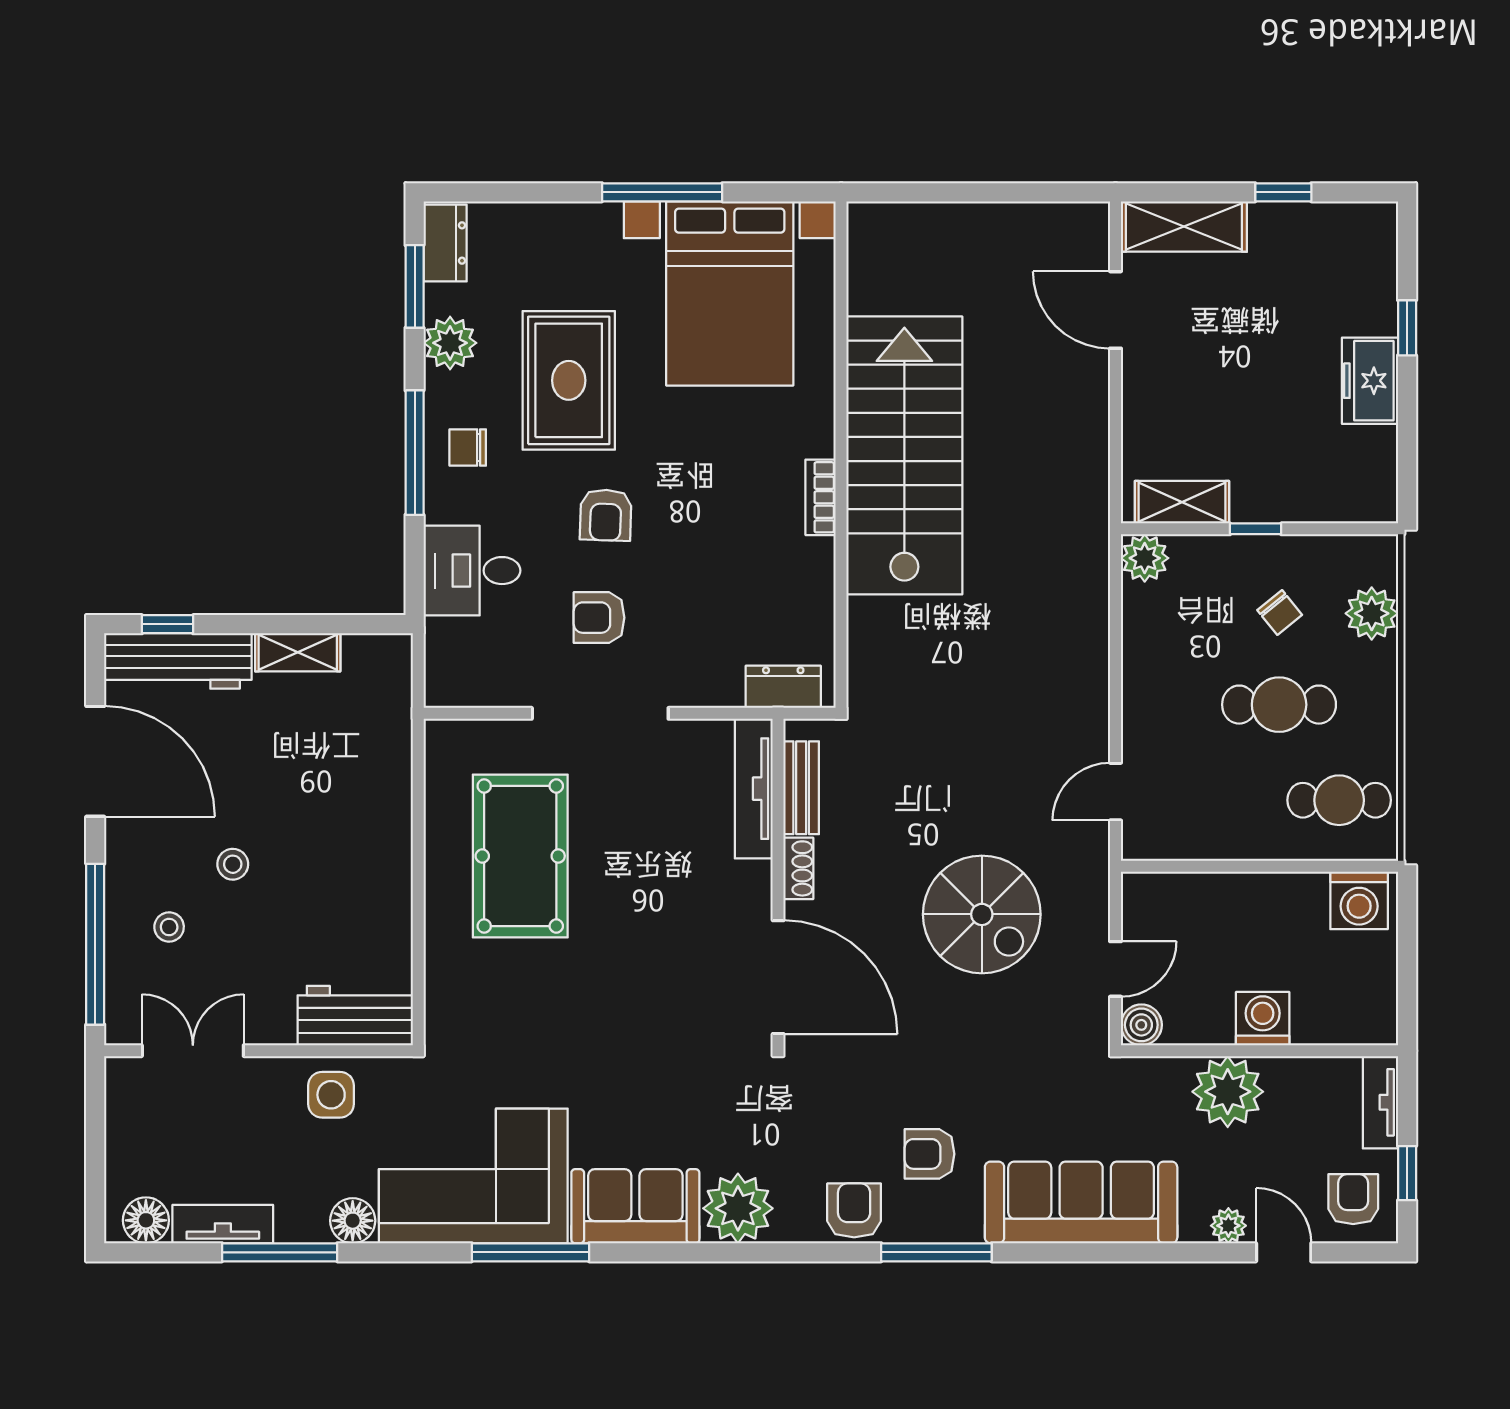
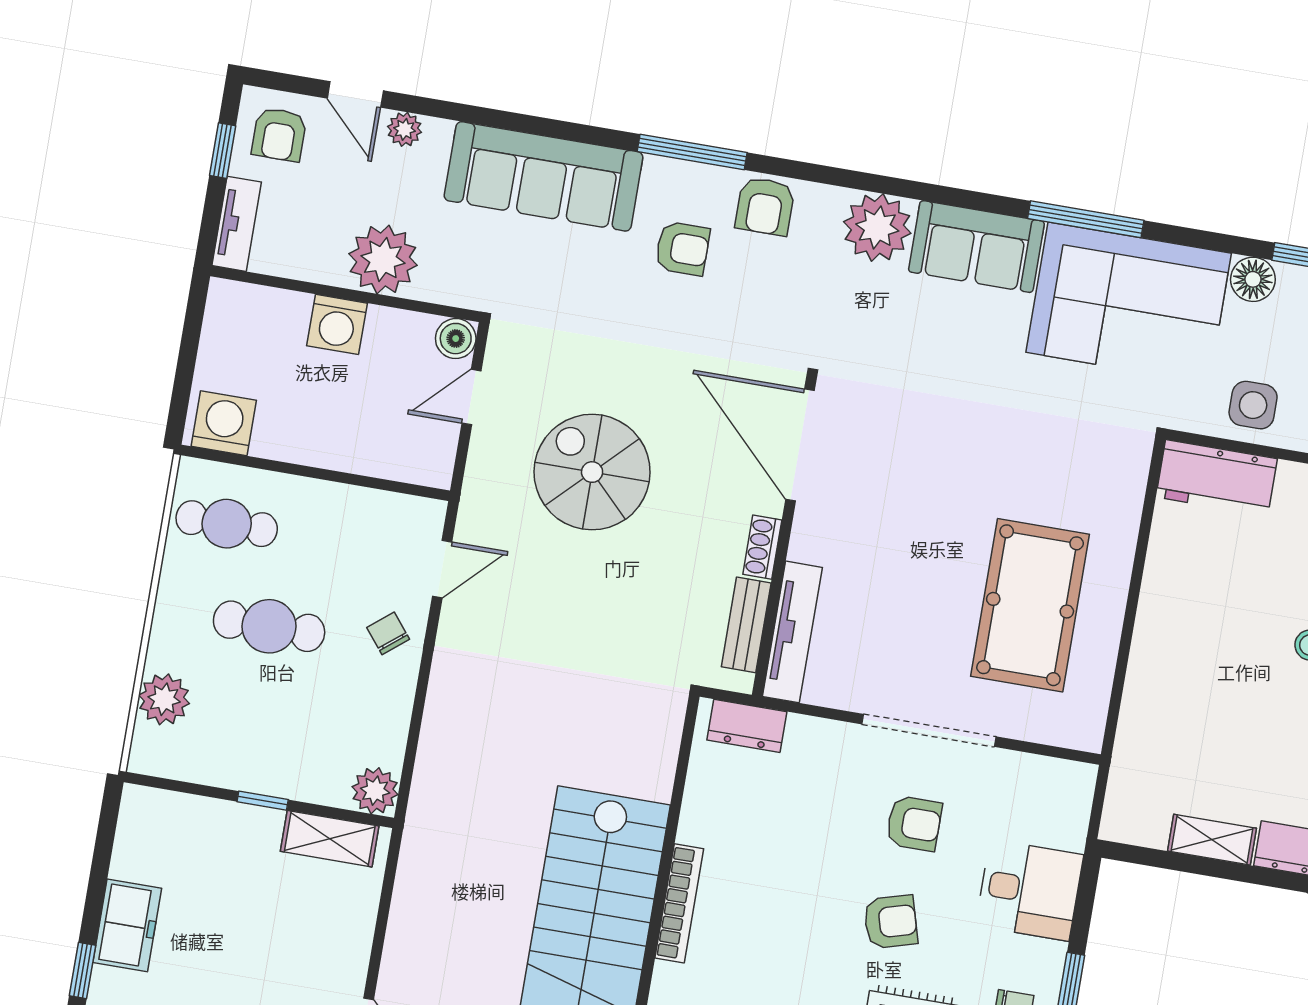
bookcase: (821, 497) -> (679, 903), width x1.56
armchair: (606, 515) -> (891, 922), turned 72
chair: (1280, 612) -> (388, 633), moved

